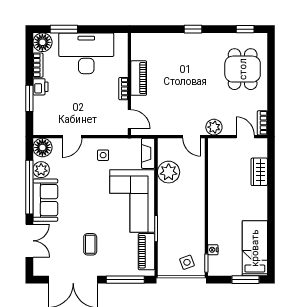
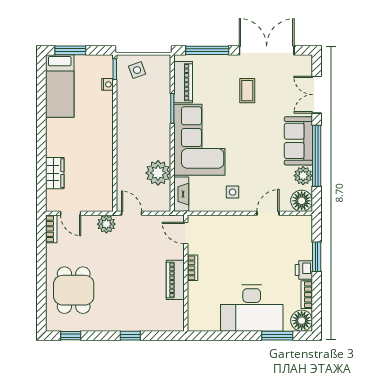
piano: (139, 78) -> (175, 280), moved
wall: (129, 84) -> (186, 273), moved
bookcase: (123, 89) -> (193, 268), moved
door: (129, 119) -> (186, 233), moved

